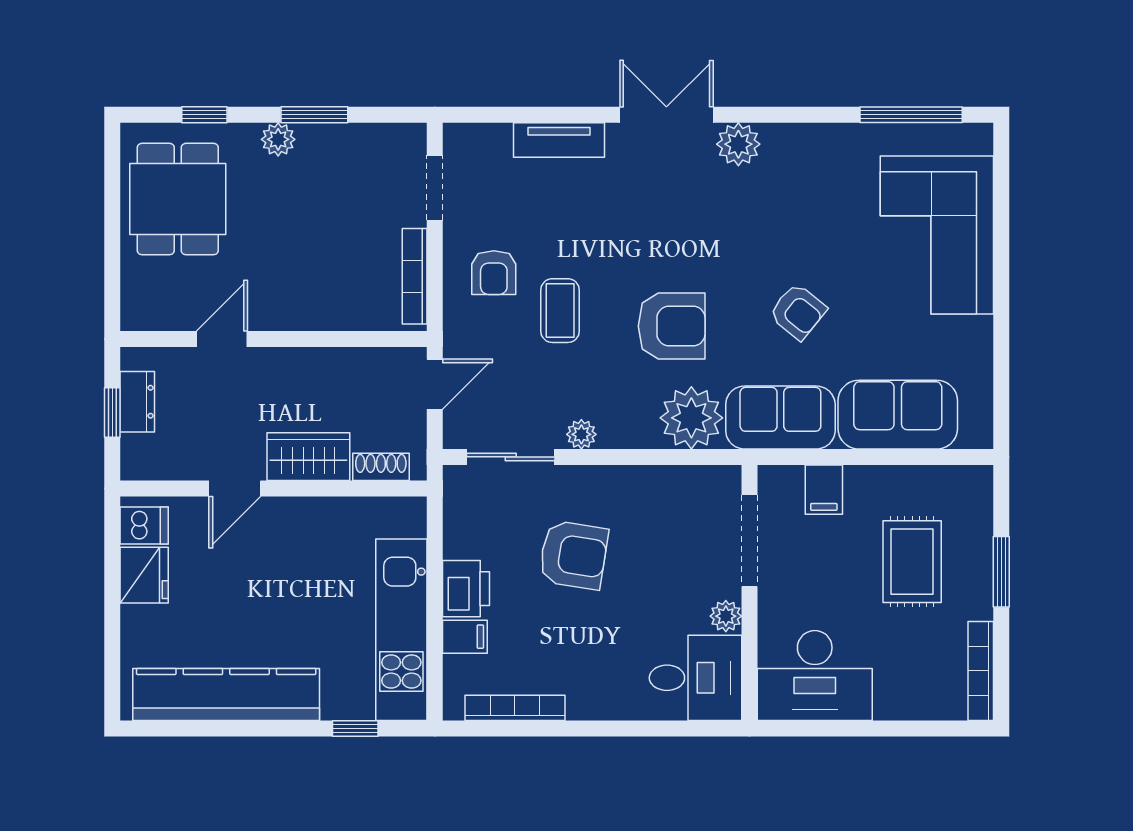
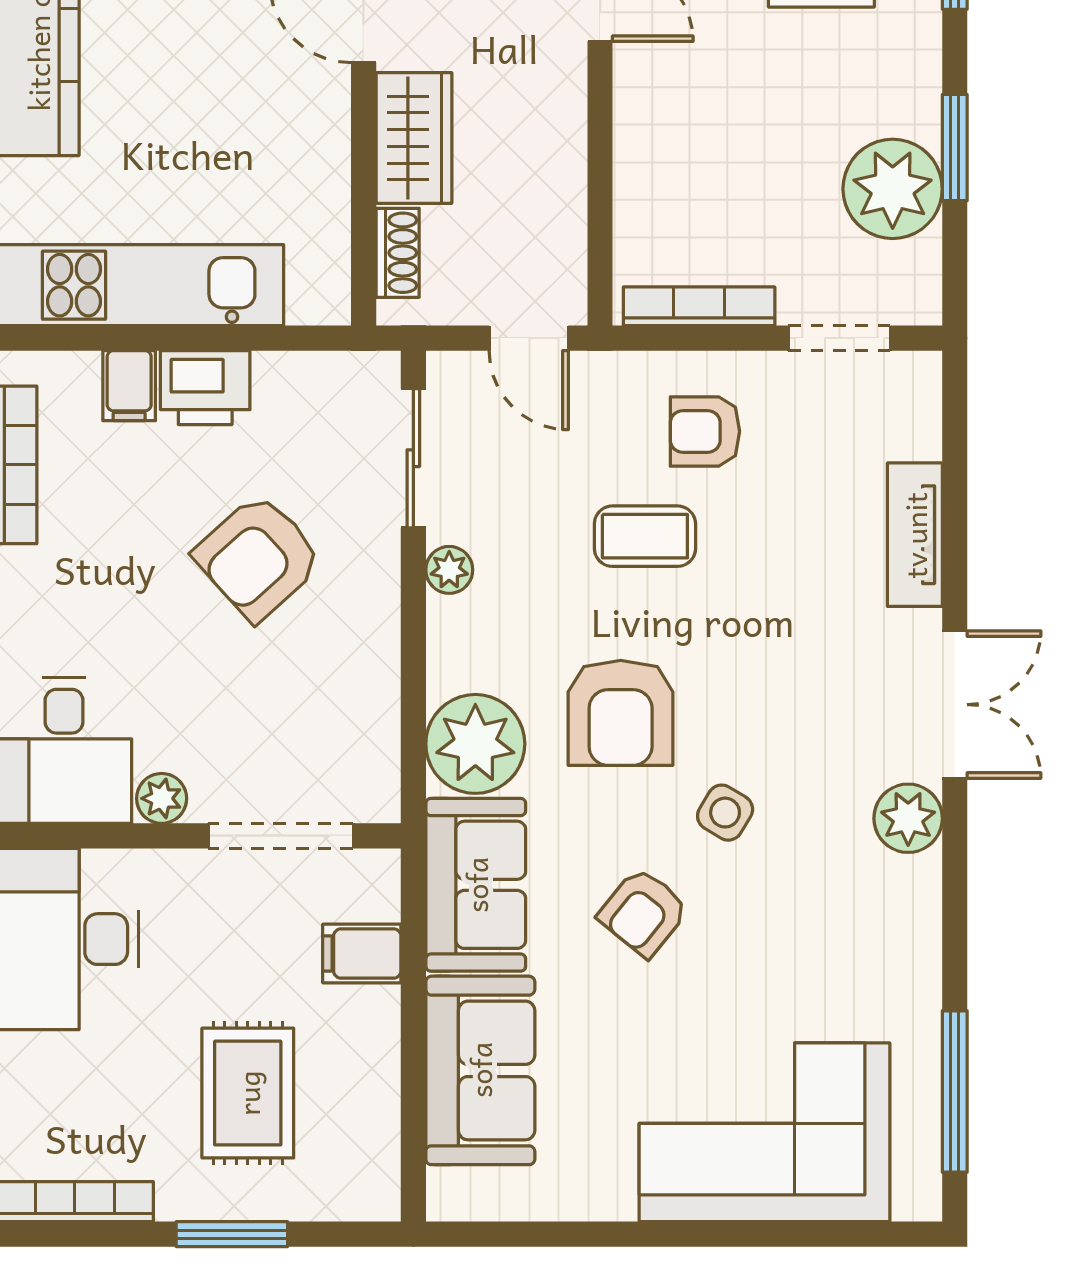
plant: (278, 139) -> (893, 189), moved, width x1.87, depth x1.87
side table: (735, 260) -> (725, 813), added
armchair: (573, 555) -> (258, 557), turned 39
rug: (912, 562) -> (248, 1093), turned 90

